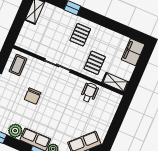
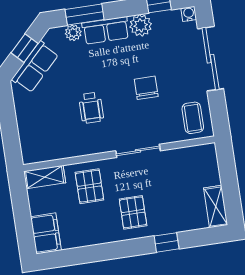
wheelchair: (89, 93) -> (91, 108), moved

